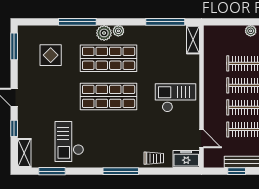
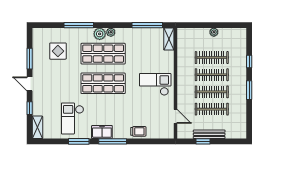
window: (14, 46) -> (30, 59), moved
freezer: (186, 159) -> (102, 132), moved
window: (52, 171) -> (79, 141), moved

